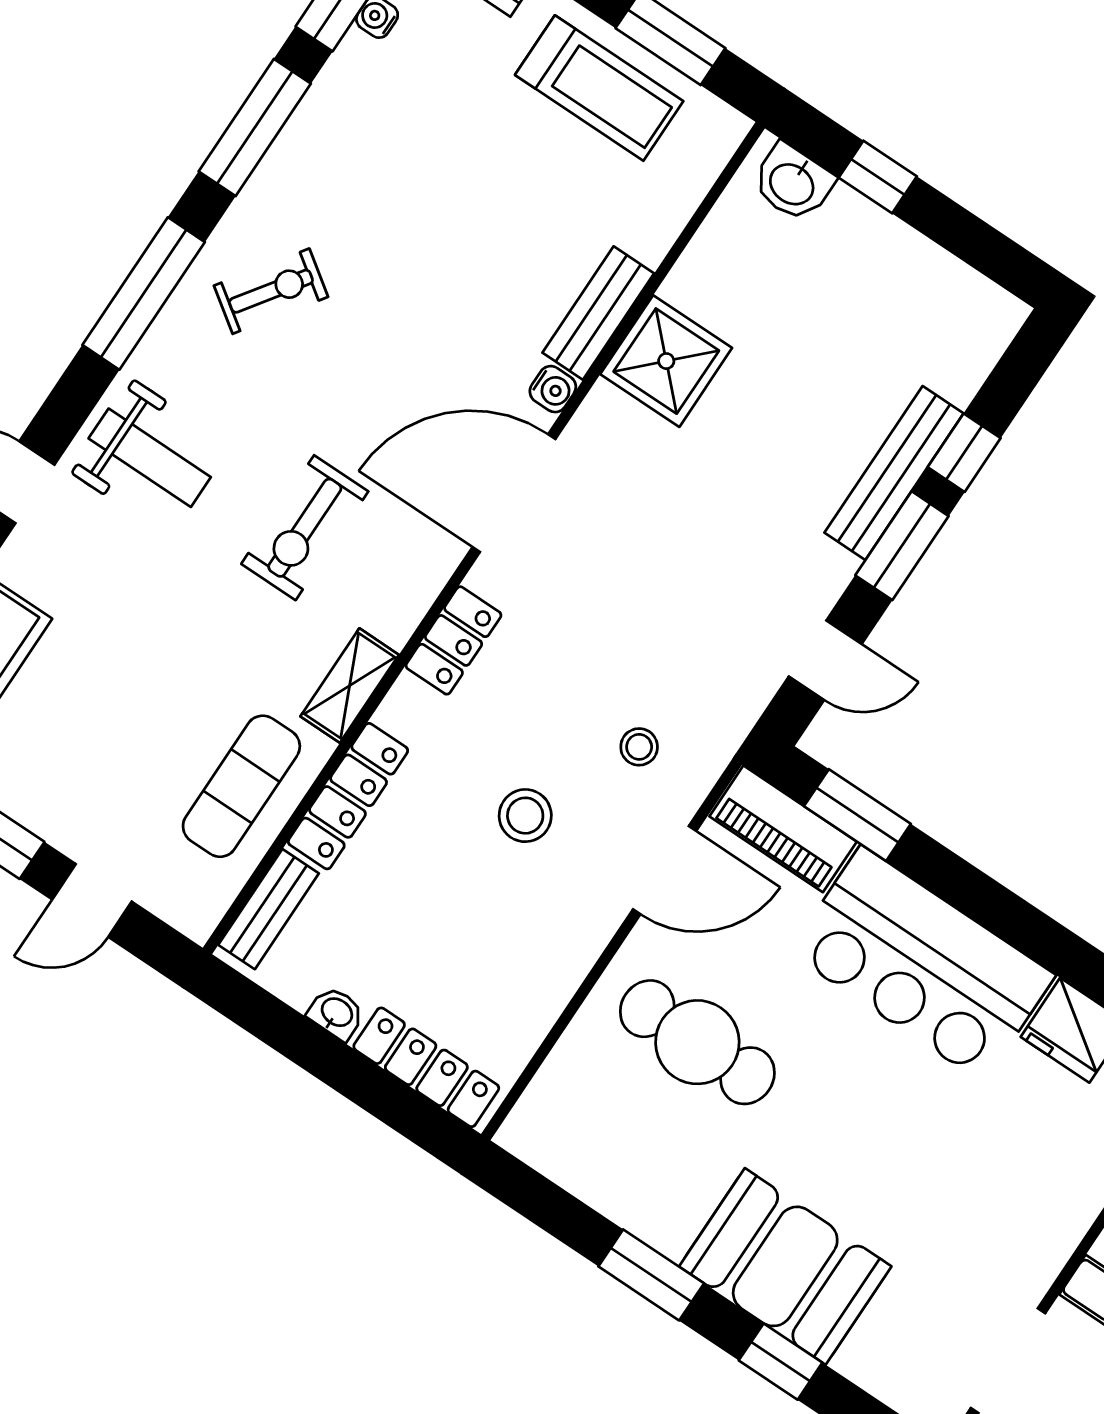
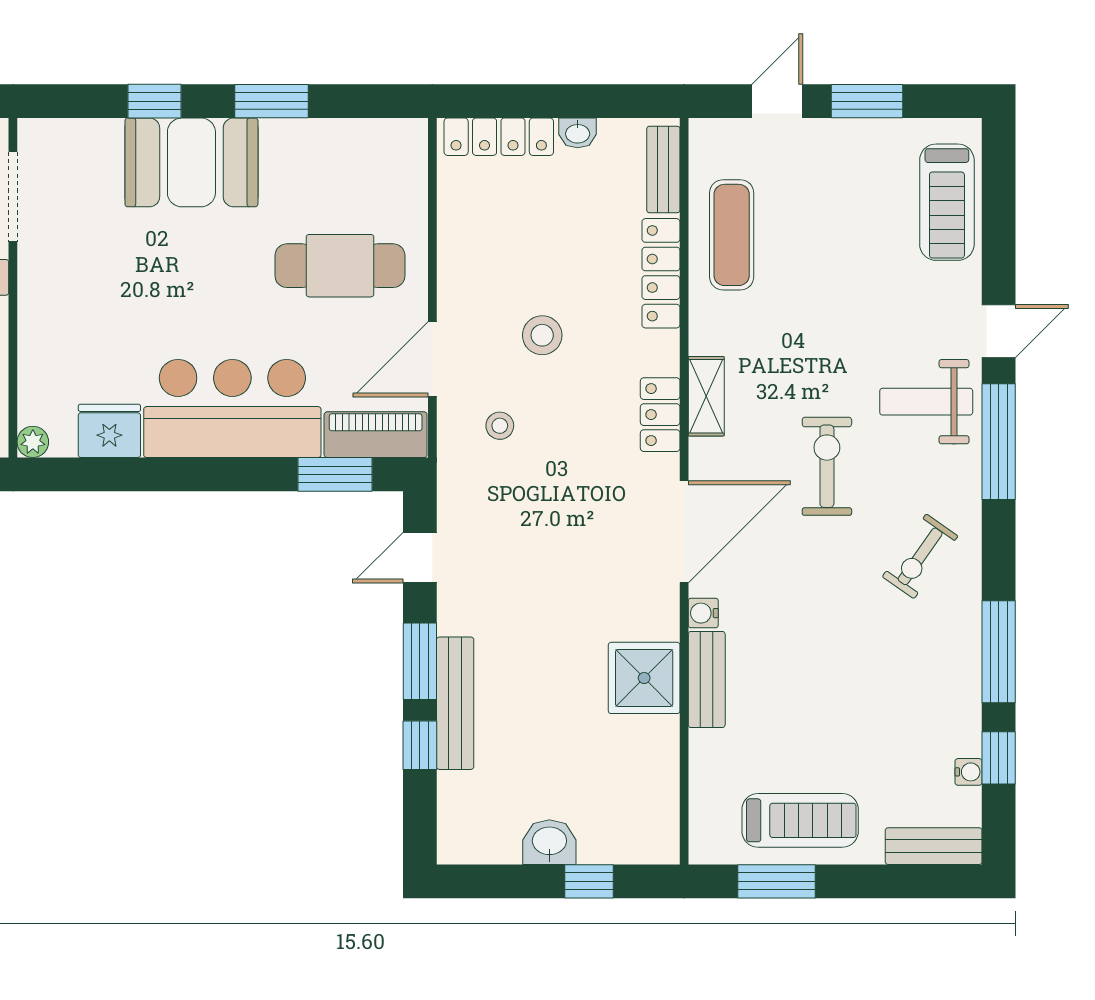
treadmill: (599, 88) -> (800, 820), turned 180
washbasin: (793, 183) -> (549, 842), moved
window: (144, 293) -> (999, 442), moved
exercise bike: (305, 528) -> (827, 466), moved
shelving: (350, 686) -> (706, 396), moved

